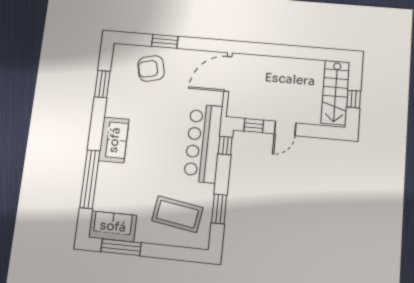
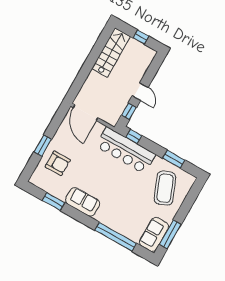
armchair: (151, 68) -> (58, 163), turned -77
stairs: (335, 93) -> (111, 53), moved, turned -90
sofa: (114, 140) -> (83, 202), moved
coffee table: (177, 214) -> (165, 188), turned -31

